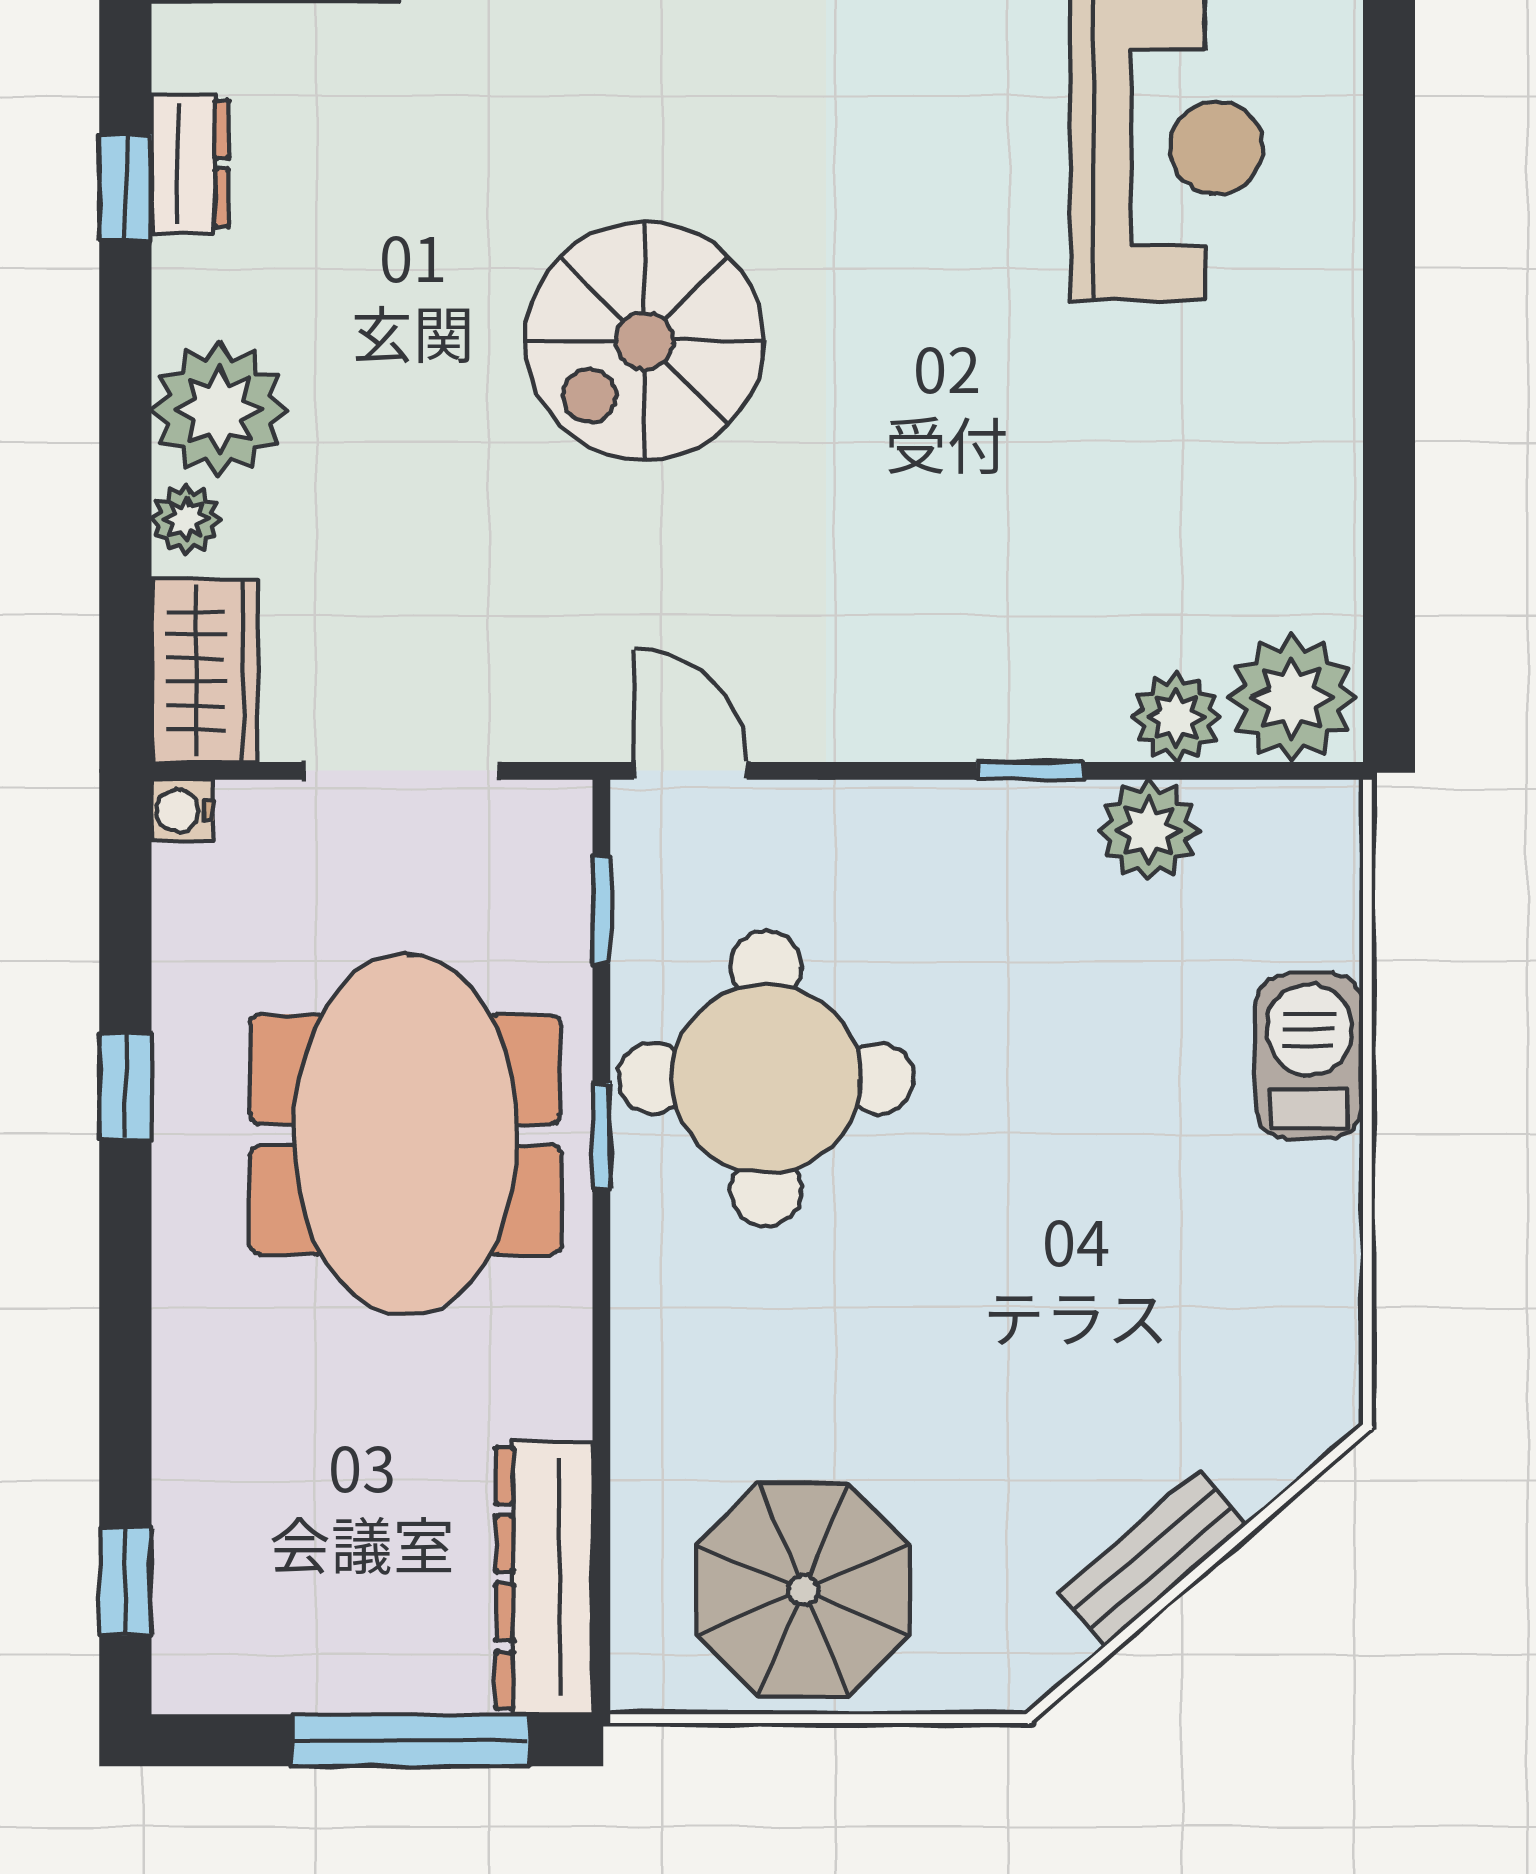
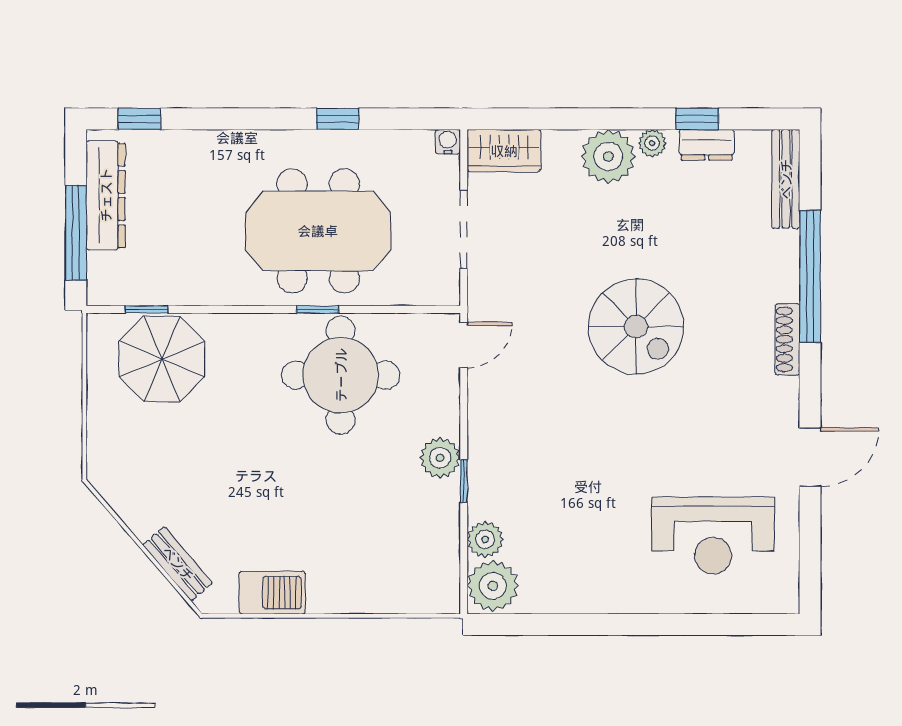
spiral stairs: (644, 341) -> (636, 327), turned 180
plant: (186, 519) -> (652, 143), moved
plant: (1149, 830) -> (440, 458), moved
window: (601, 910) -> (146, 309), moved
barbecue: (1309, 1056) -> (272, 593), moved
bench: (1152, 1559) -> (178, 564), moved
dresser: (544, 1578) -> (106, 195), moved, turned 90
parasol: (803, 1590) -> (162, 359), moved

